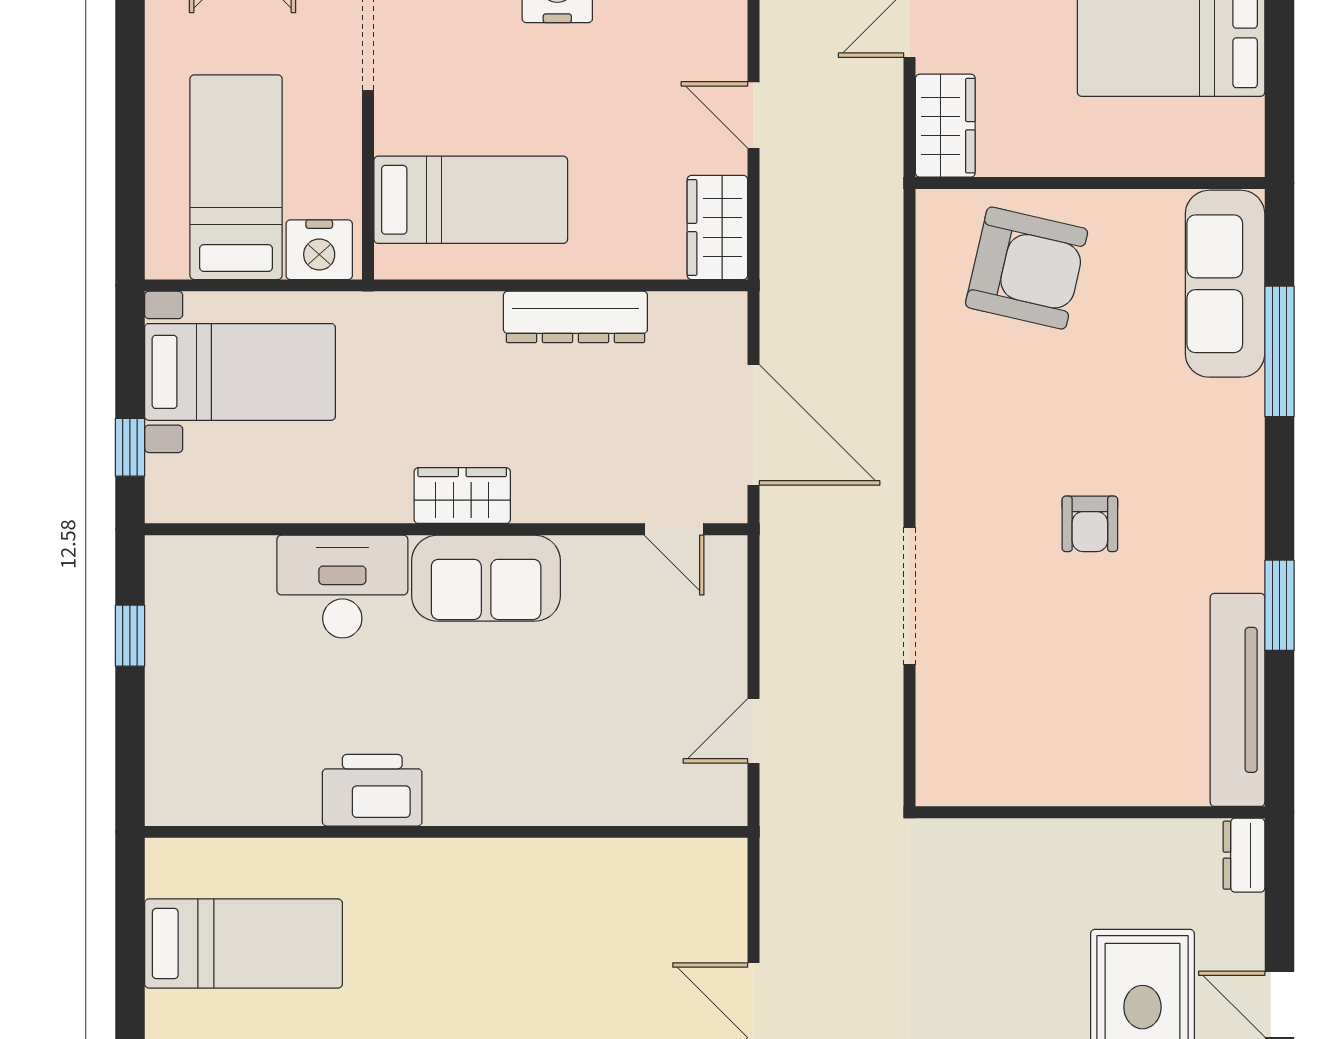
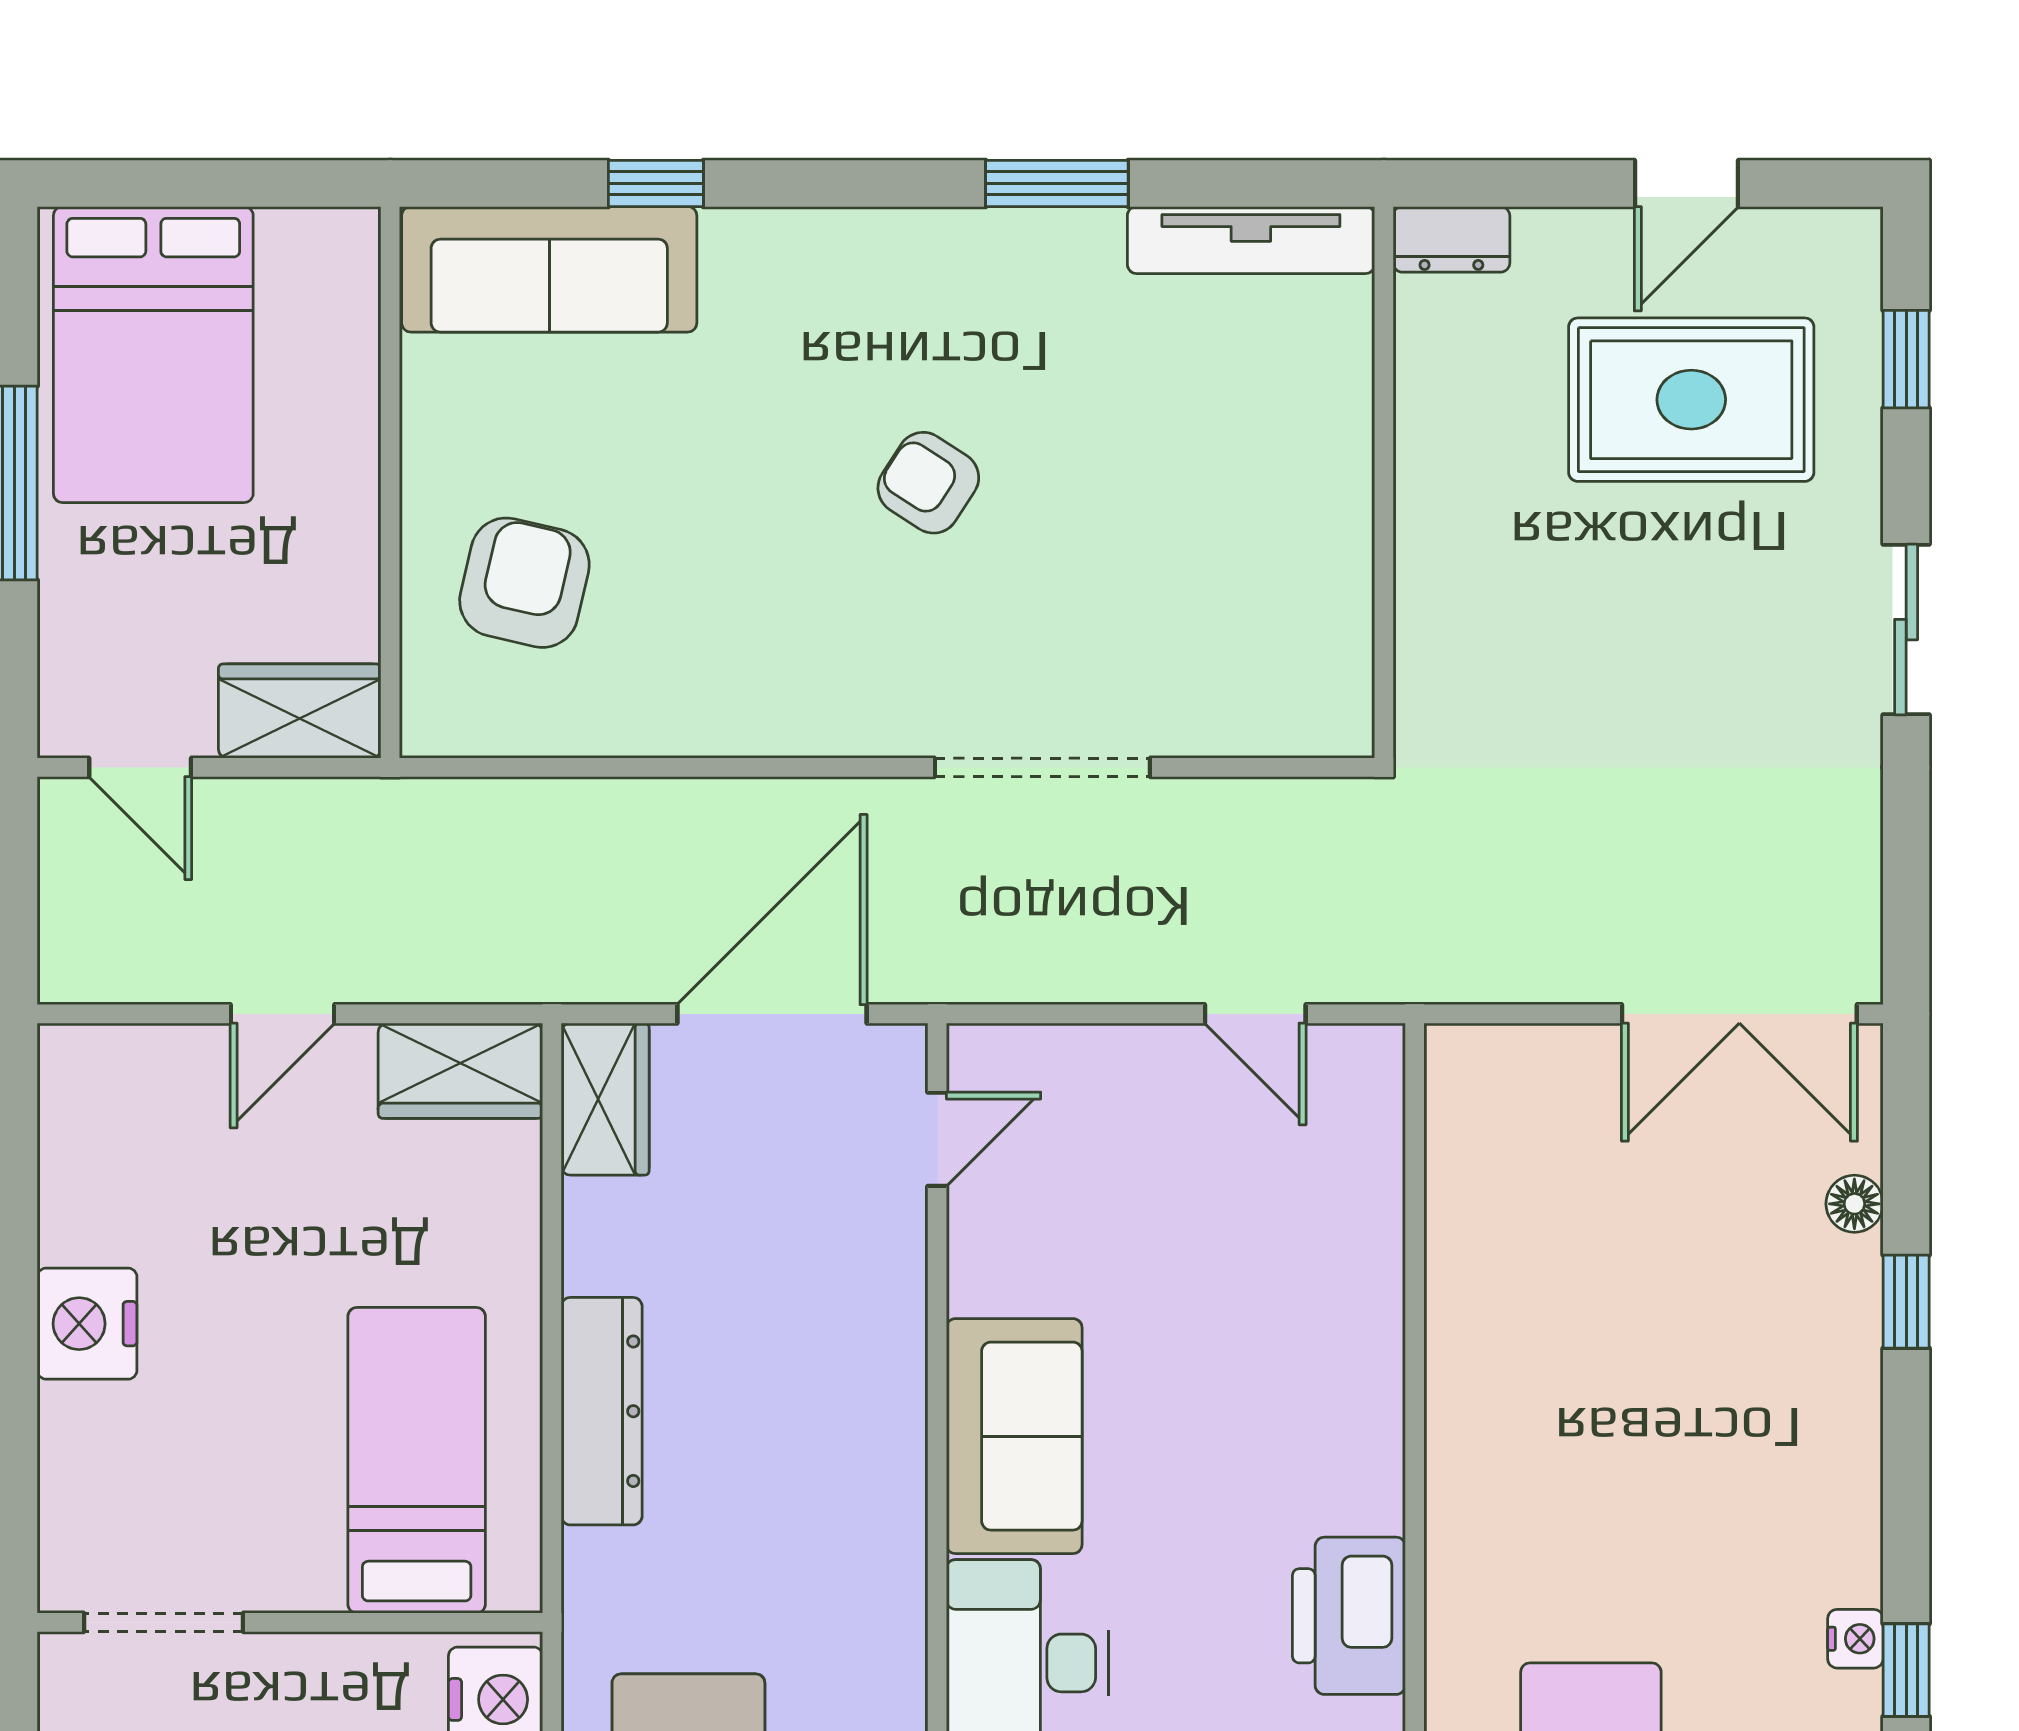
armchair: (1027, 268) -> (524, 583), width x0.73, depth x0.73
dresser: (575, 317) -> (602, 1411), moved
window: (1279, 351) -> (656, 183), width x0.46
wardrobe: (462, 496) -> (605, 1099), moved, turned 180
armchair: (1090, 524) -> (928, 483), turned -147
tv unit: (1238, 700) -> (1251, 240), width x0.73, depth x0.78

